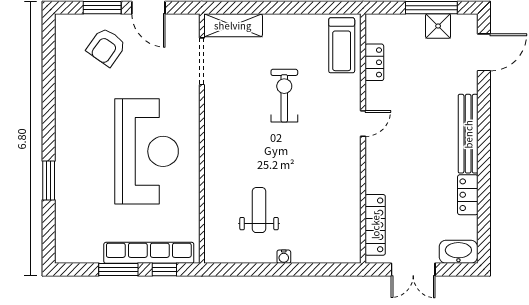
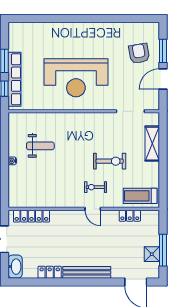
shelving: (233, 25) -> (152, 144), moved
armchair: (106, 47) -> (139, 53), turned 45
exercise bike: (327, 119) -> (95, 187), added
window: (49, 180) -> (58, 19), removed

